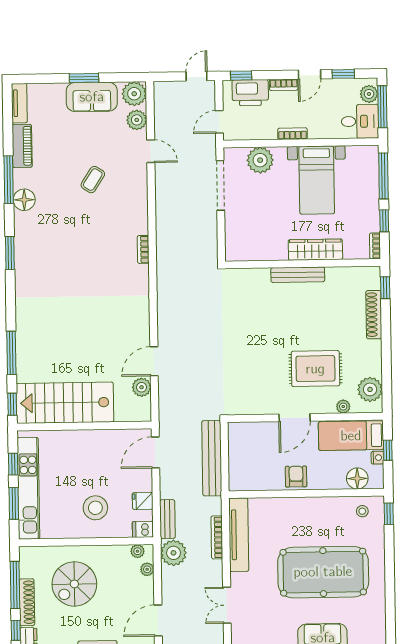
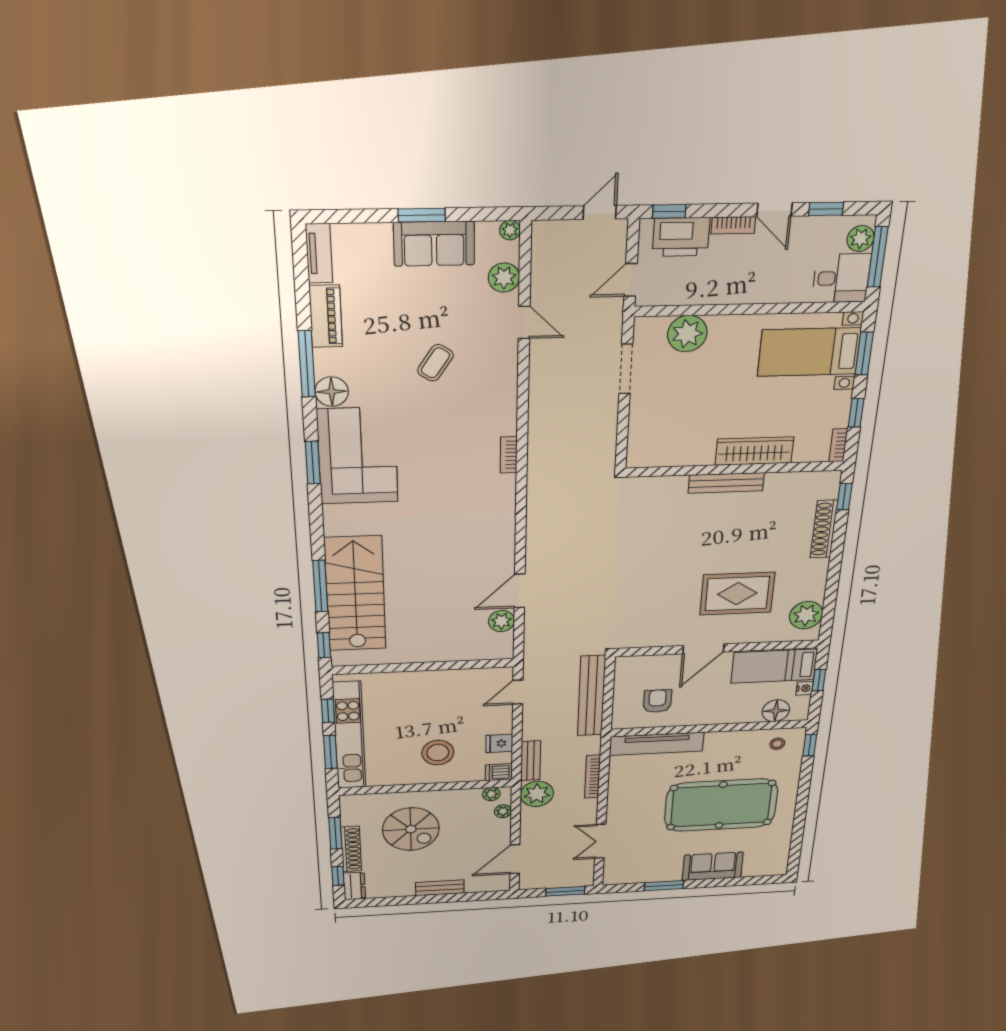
door: (309, 74) -> (774, 210), hinge flipped
plant: (134, 94) -> (510, 230), width x0.53, depth x0.53
bookcase: (292, 134) -> (739, 296), removed
window: (383, 176) -> (864, 354), width x0.69
bed with nightstands: (317, 180) -> (809, 352), moved, turned 90
doorway: (220, 185) -> (626, 369), width x0.73
corner sofa: (40, 248) -> (358, 456), added
stairs: (65, 403) -> (355, 594), moved, turned 90
plant: (343, 407) -> (768, 635), removed
door: (155, 452) -> (518, 692), width x0.73
armchair: (296, 477) -> (657, 701), moved
tv unit: (239, 535) -> (657, 744), moved, turned 90
spiral stairs: (74, 584) -> (411, 829), turned -90
window: (15, 585) -> (335, 833), width x0.69

